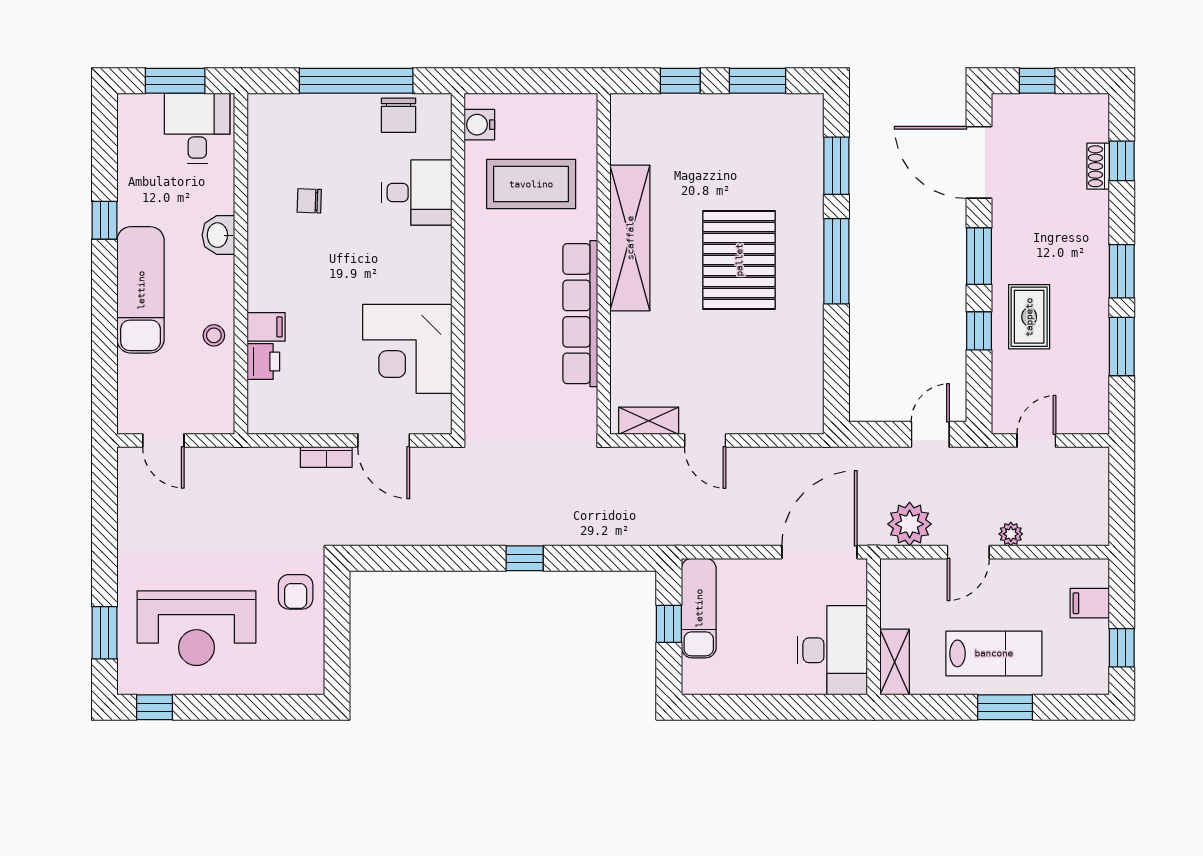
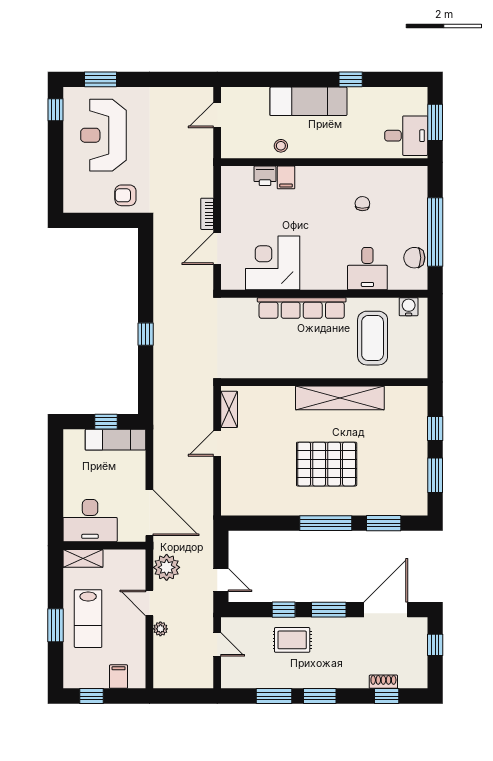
washbasin: (218, 235) -> (342, 149), removed
row of seats: (580, 314) -> (302, 308), moved, turned 180

